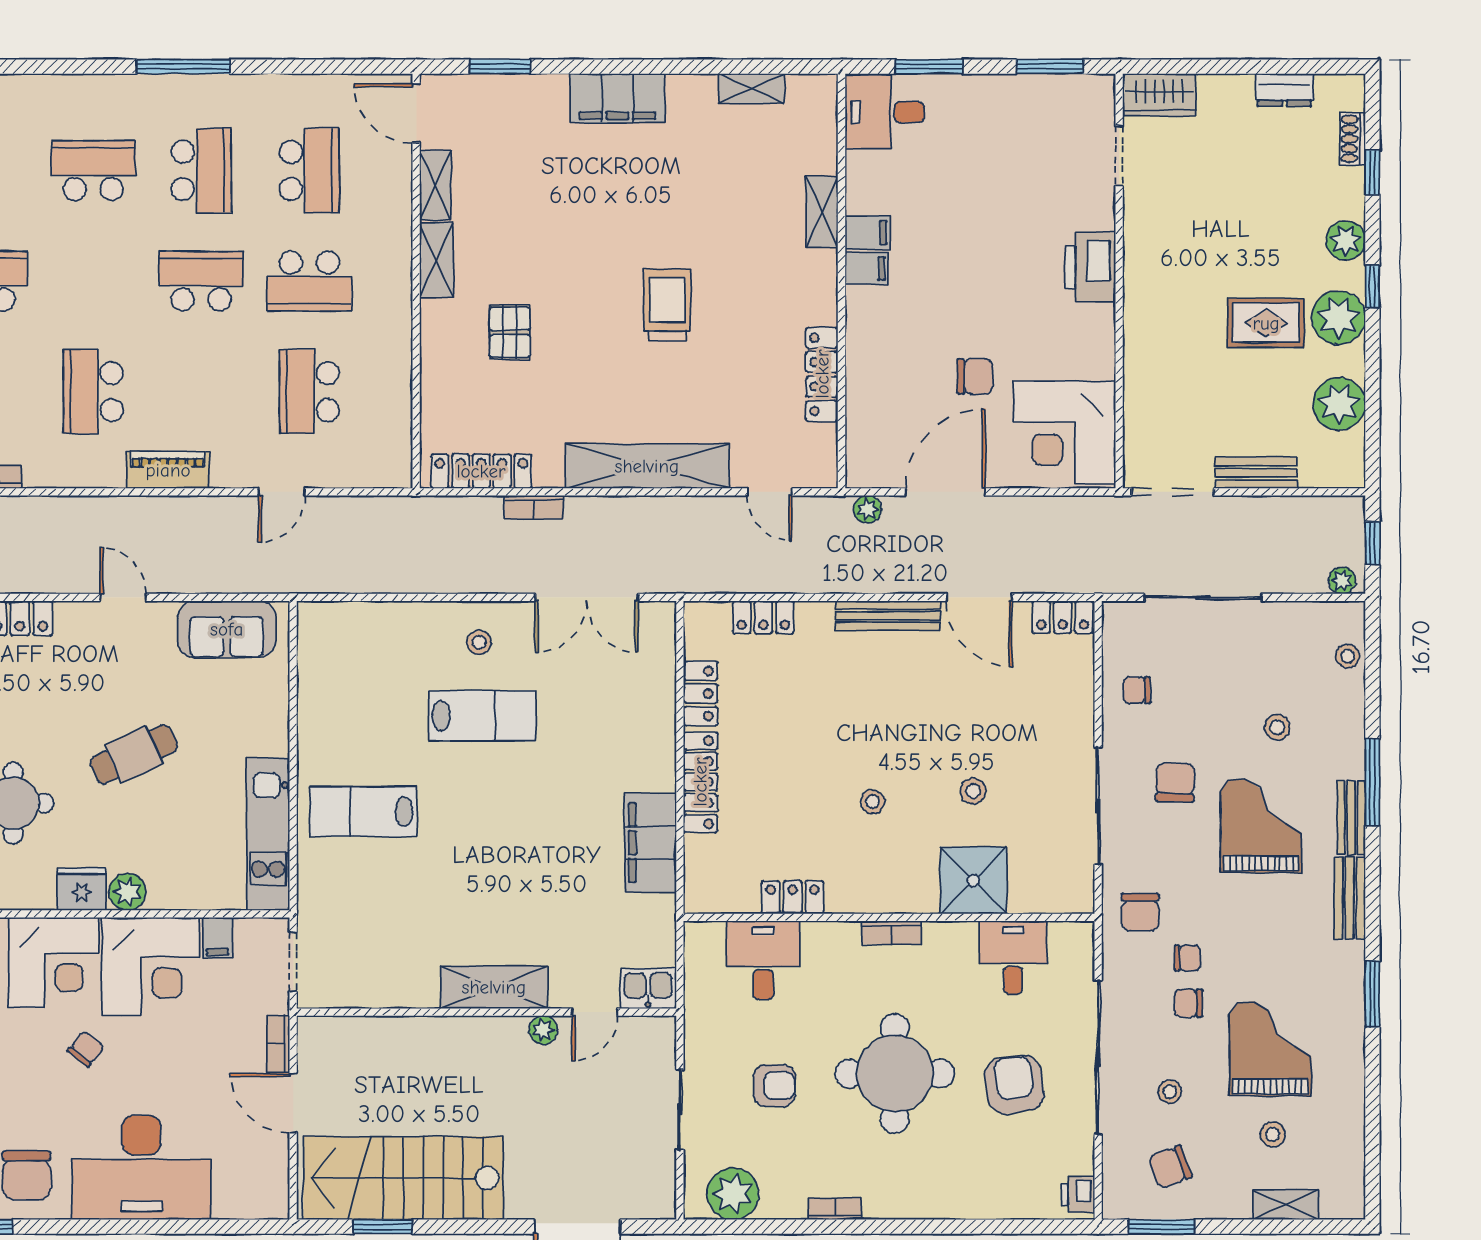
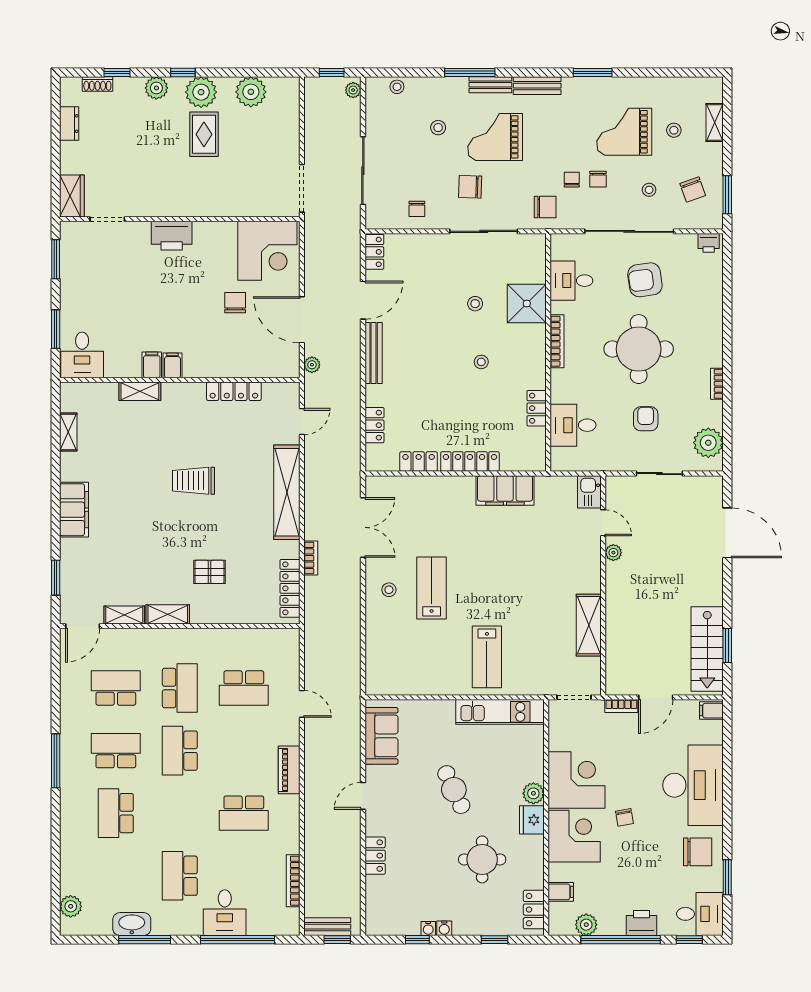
bench: (1256, 473) -> (291, 140), removed
bookcase: (892, 933) -> (557, 341), width x1.56
filing cabinet: (217, 938) -> (711, 711), moved, turned 180
shelving: (494, 987) -> (589, 625), moved
chair: (86, 1049) -> (624, 817), turned -139
stairs: (403, 1178) -> (707, 649), width x0.73, depth x0.66

